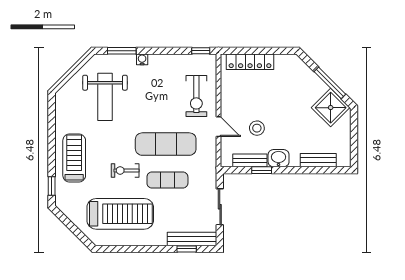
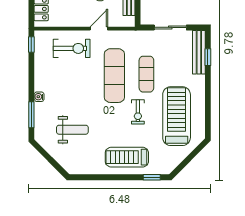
weight bench: (105, 97) -> (72, 130), width x0.73, depth x0.75

